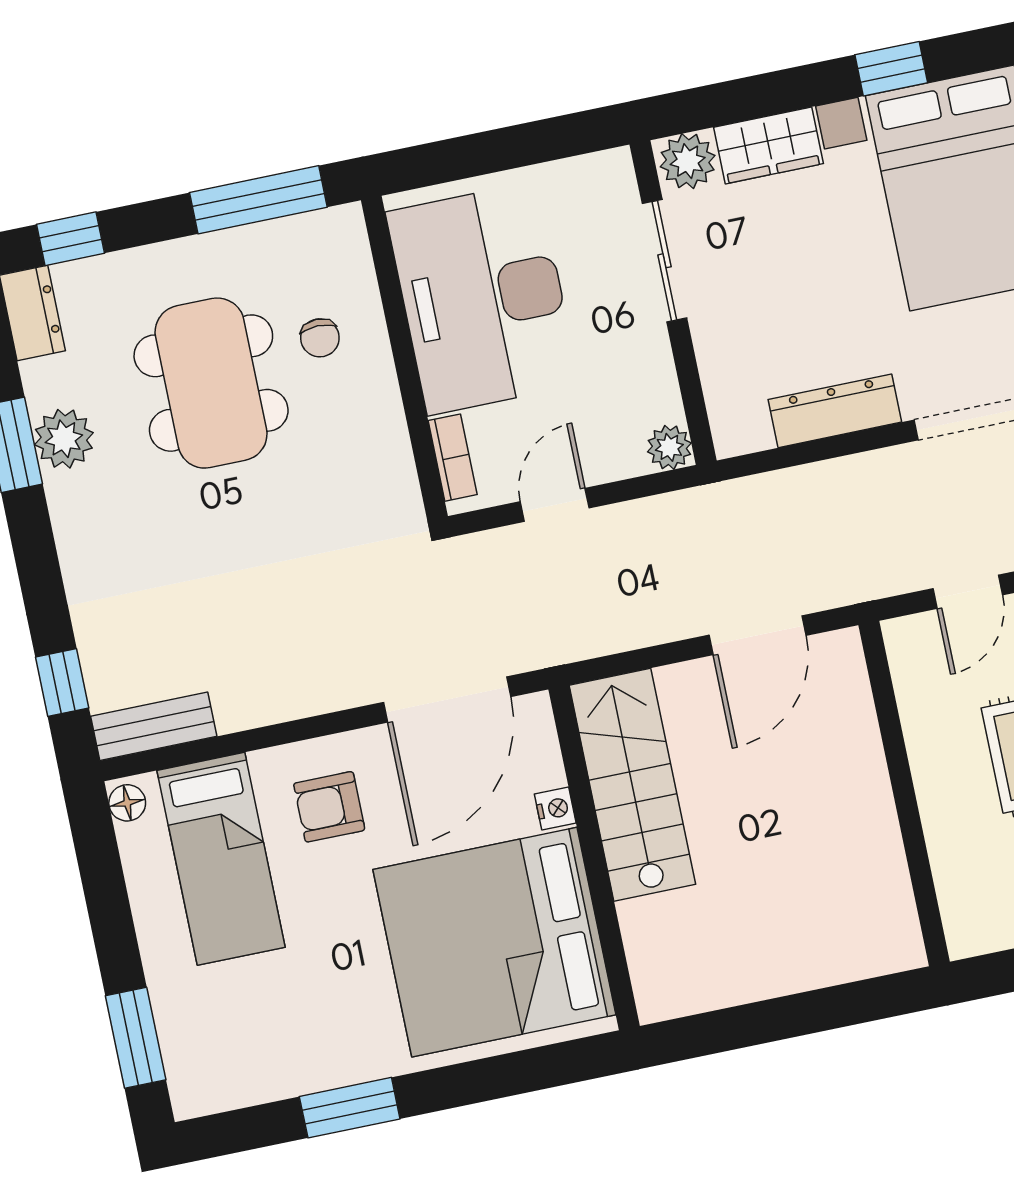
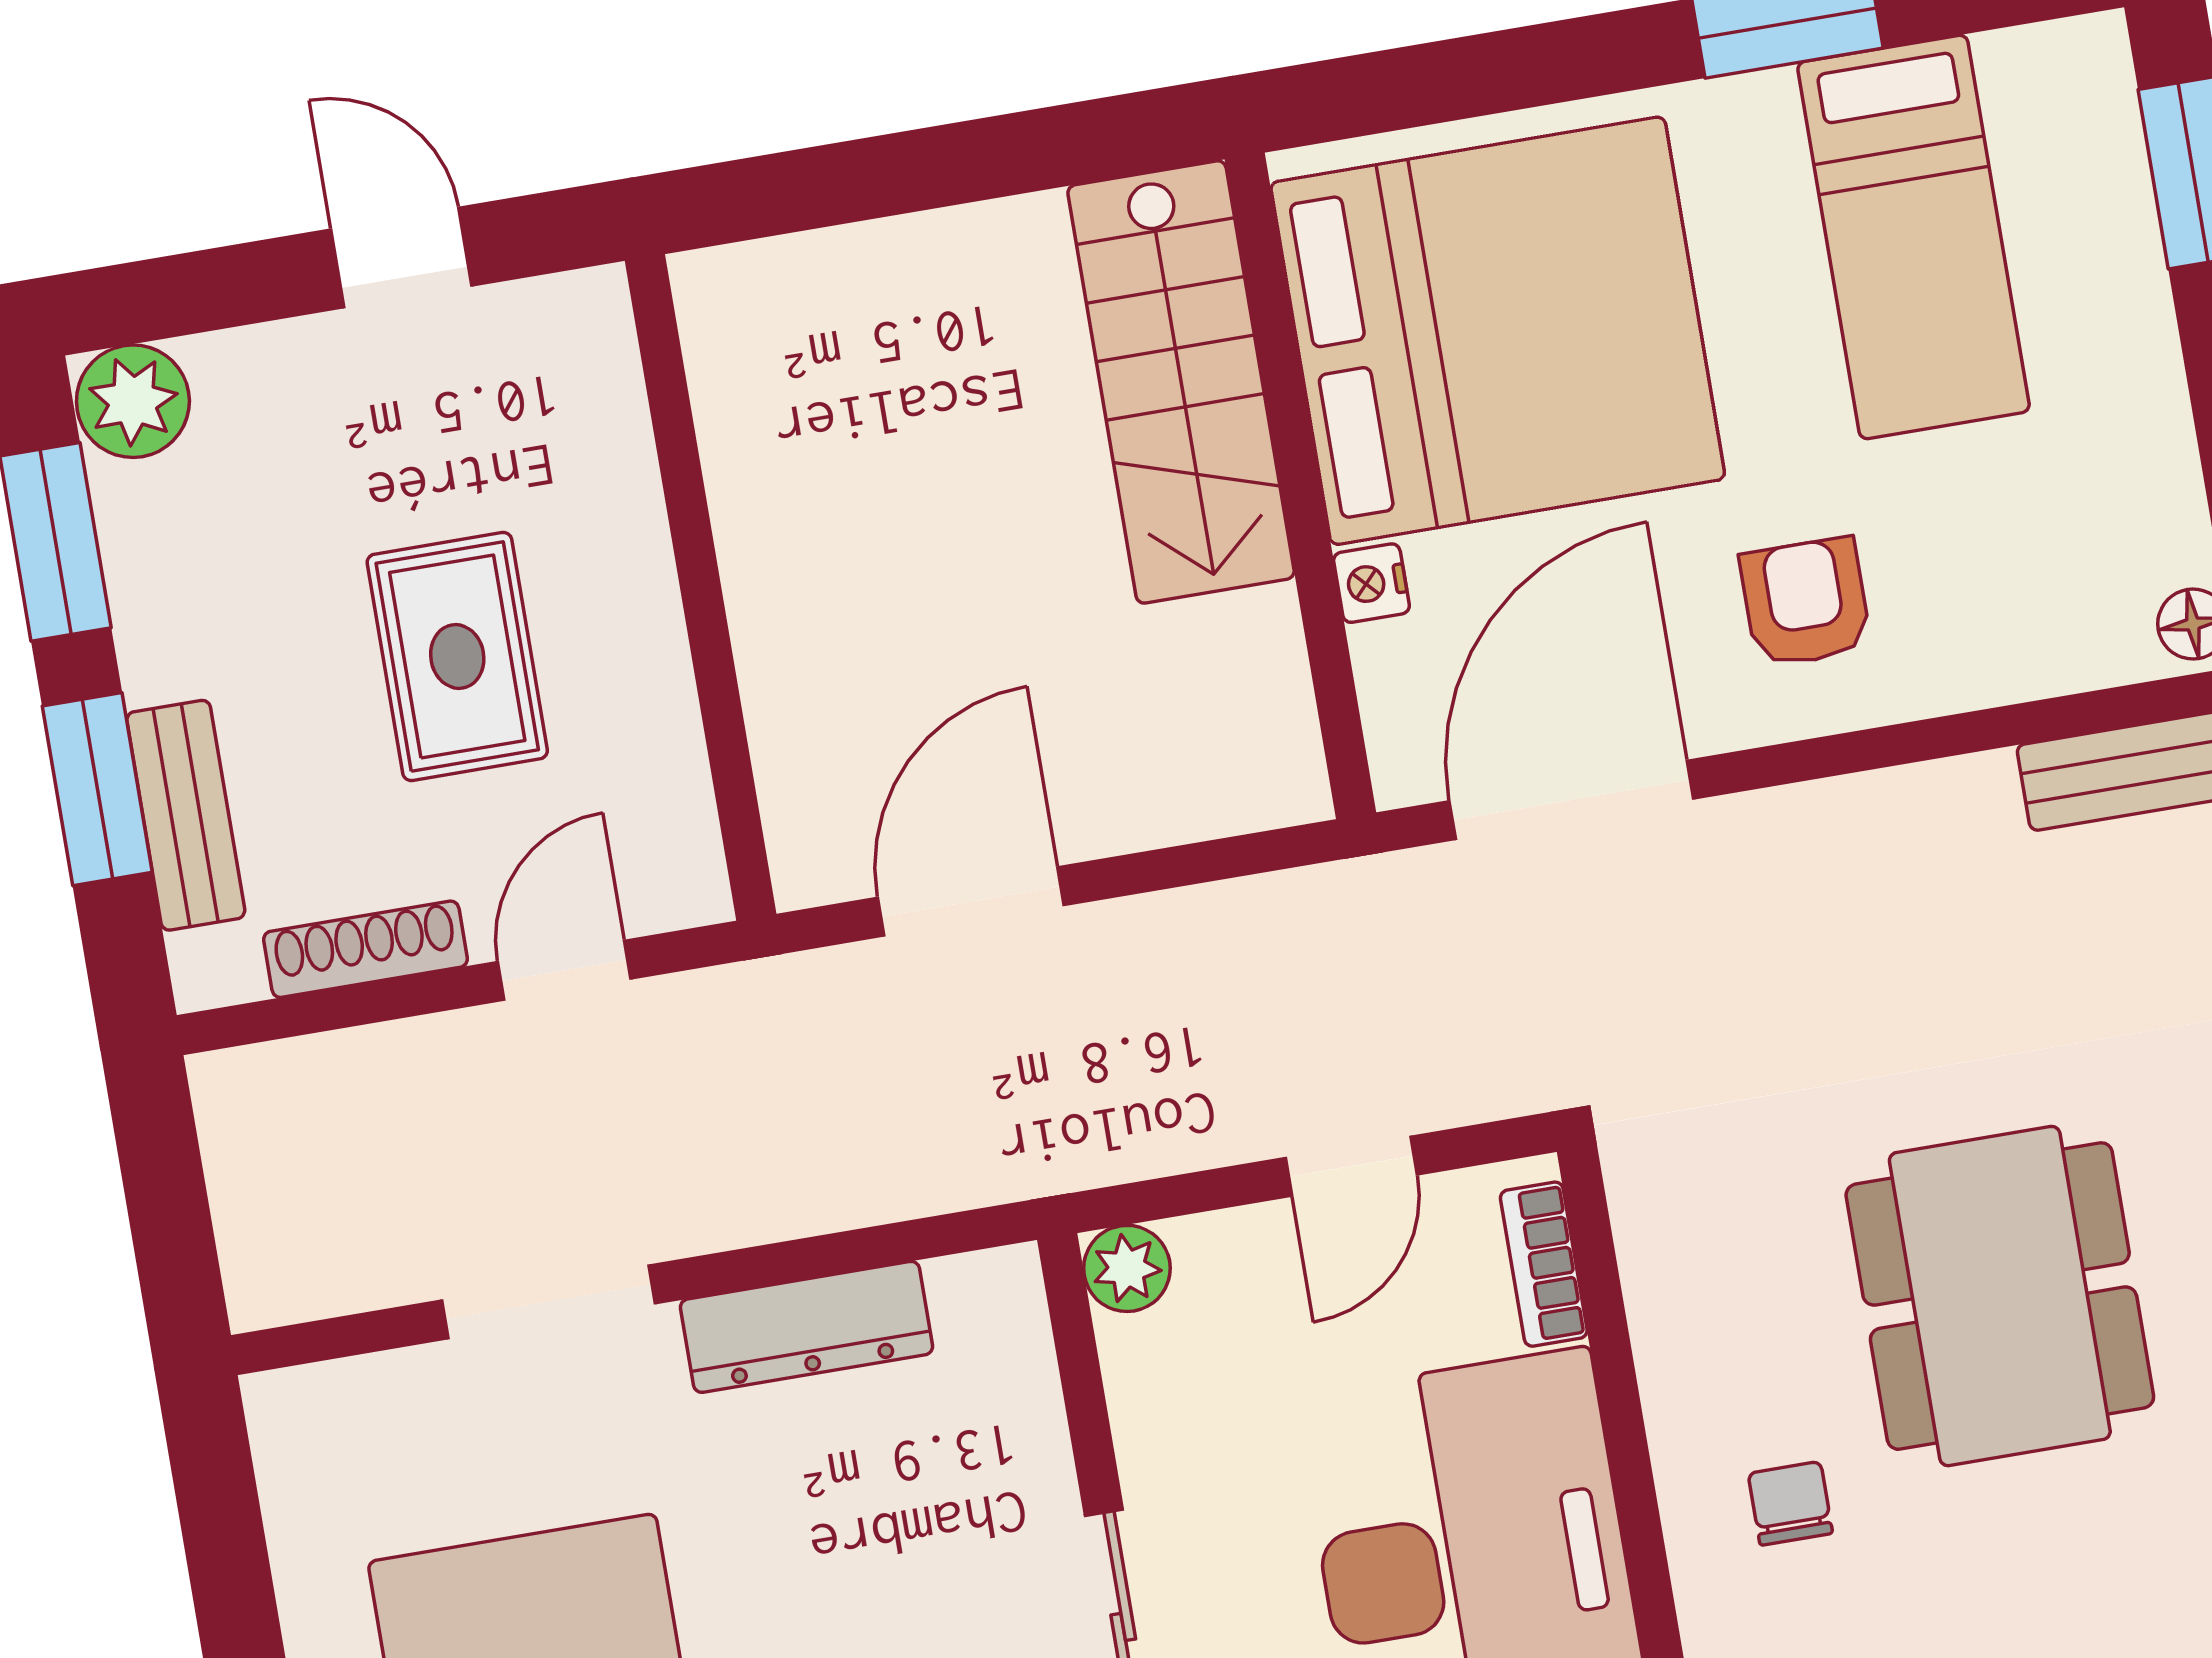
dining table: (211, 383) -> (2000, 1296), moved
stairs: (632, 785) -> (1181, 382), moved
armchair: (329, 807) -> (1805, 602), turned -90
bed: (221, 859) -> (1914, 237), moved, turned 180

